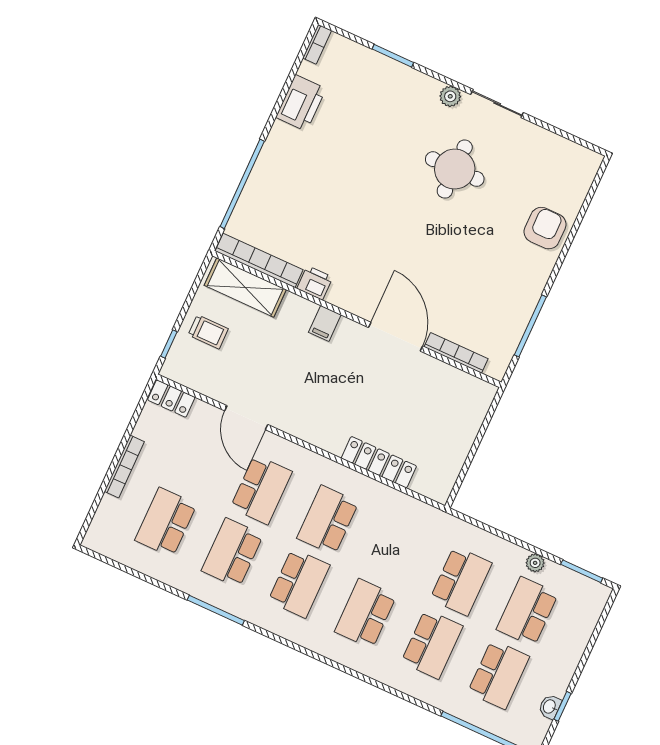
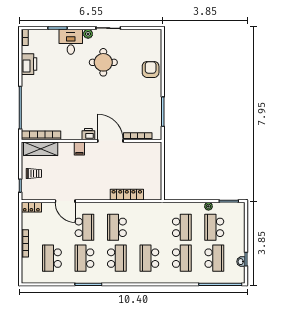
desk: (408, 96) -> (71, 42), added
printer: (315, 283) -> (88, 134), moved

